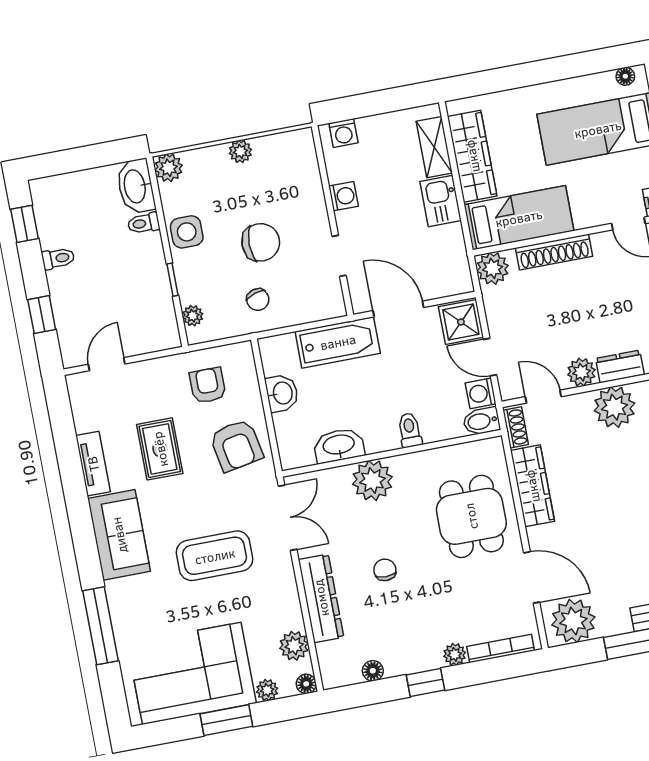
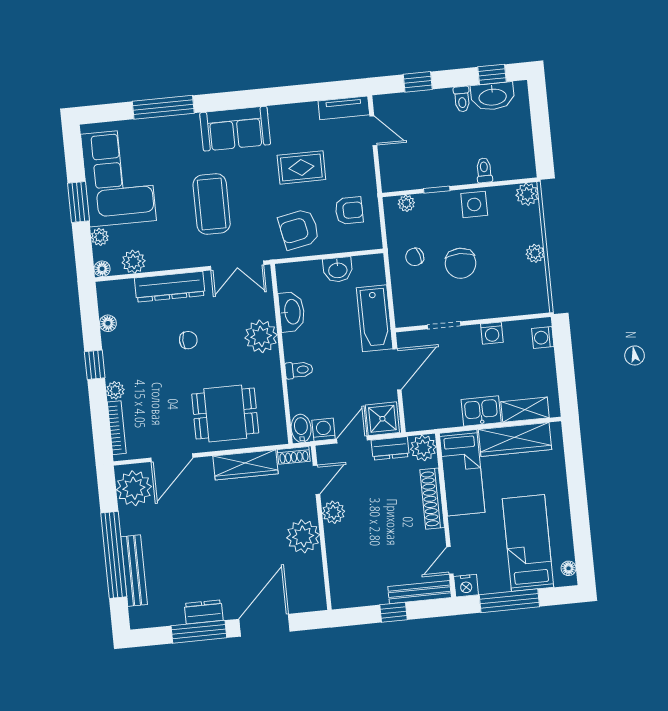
washbasin: (136, 186) -> (493, 96), moved, turned 180
dresser: (620, 366) -> (390, 448), moved, turned 90
tv unit: (93, 464) -> (344, 108), moved

